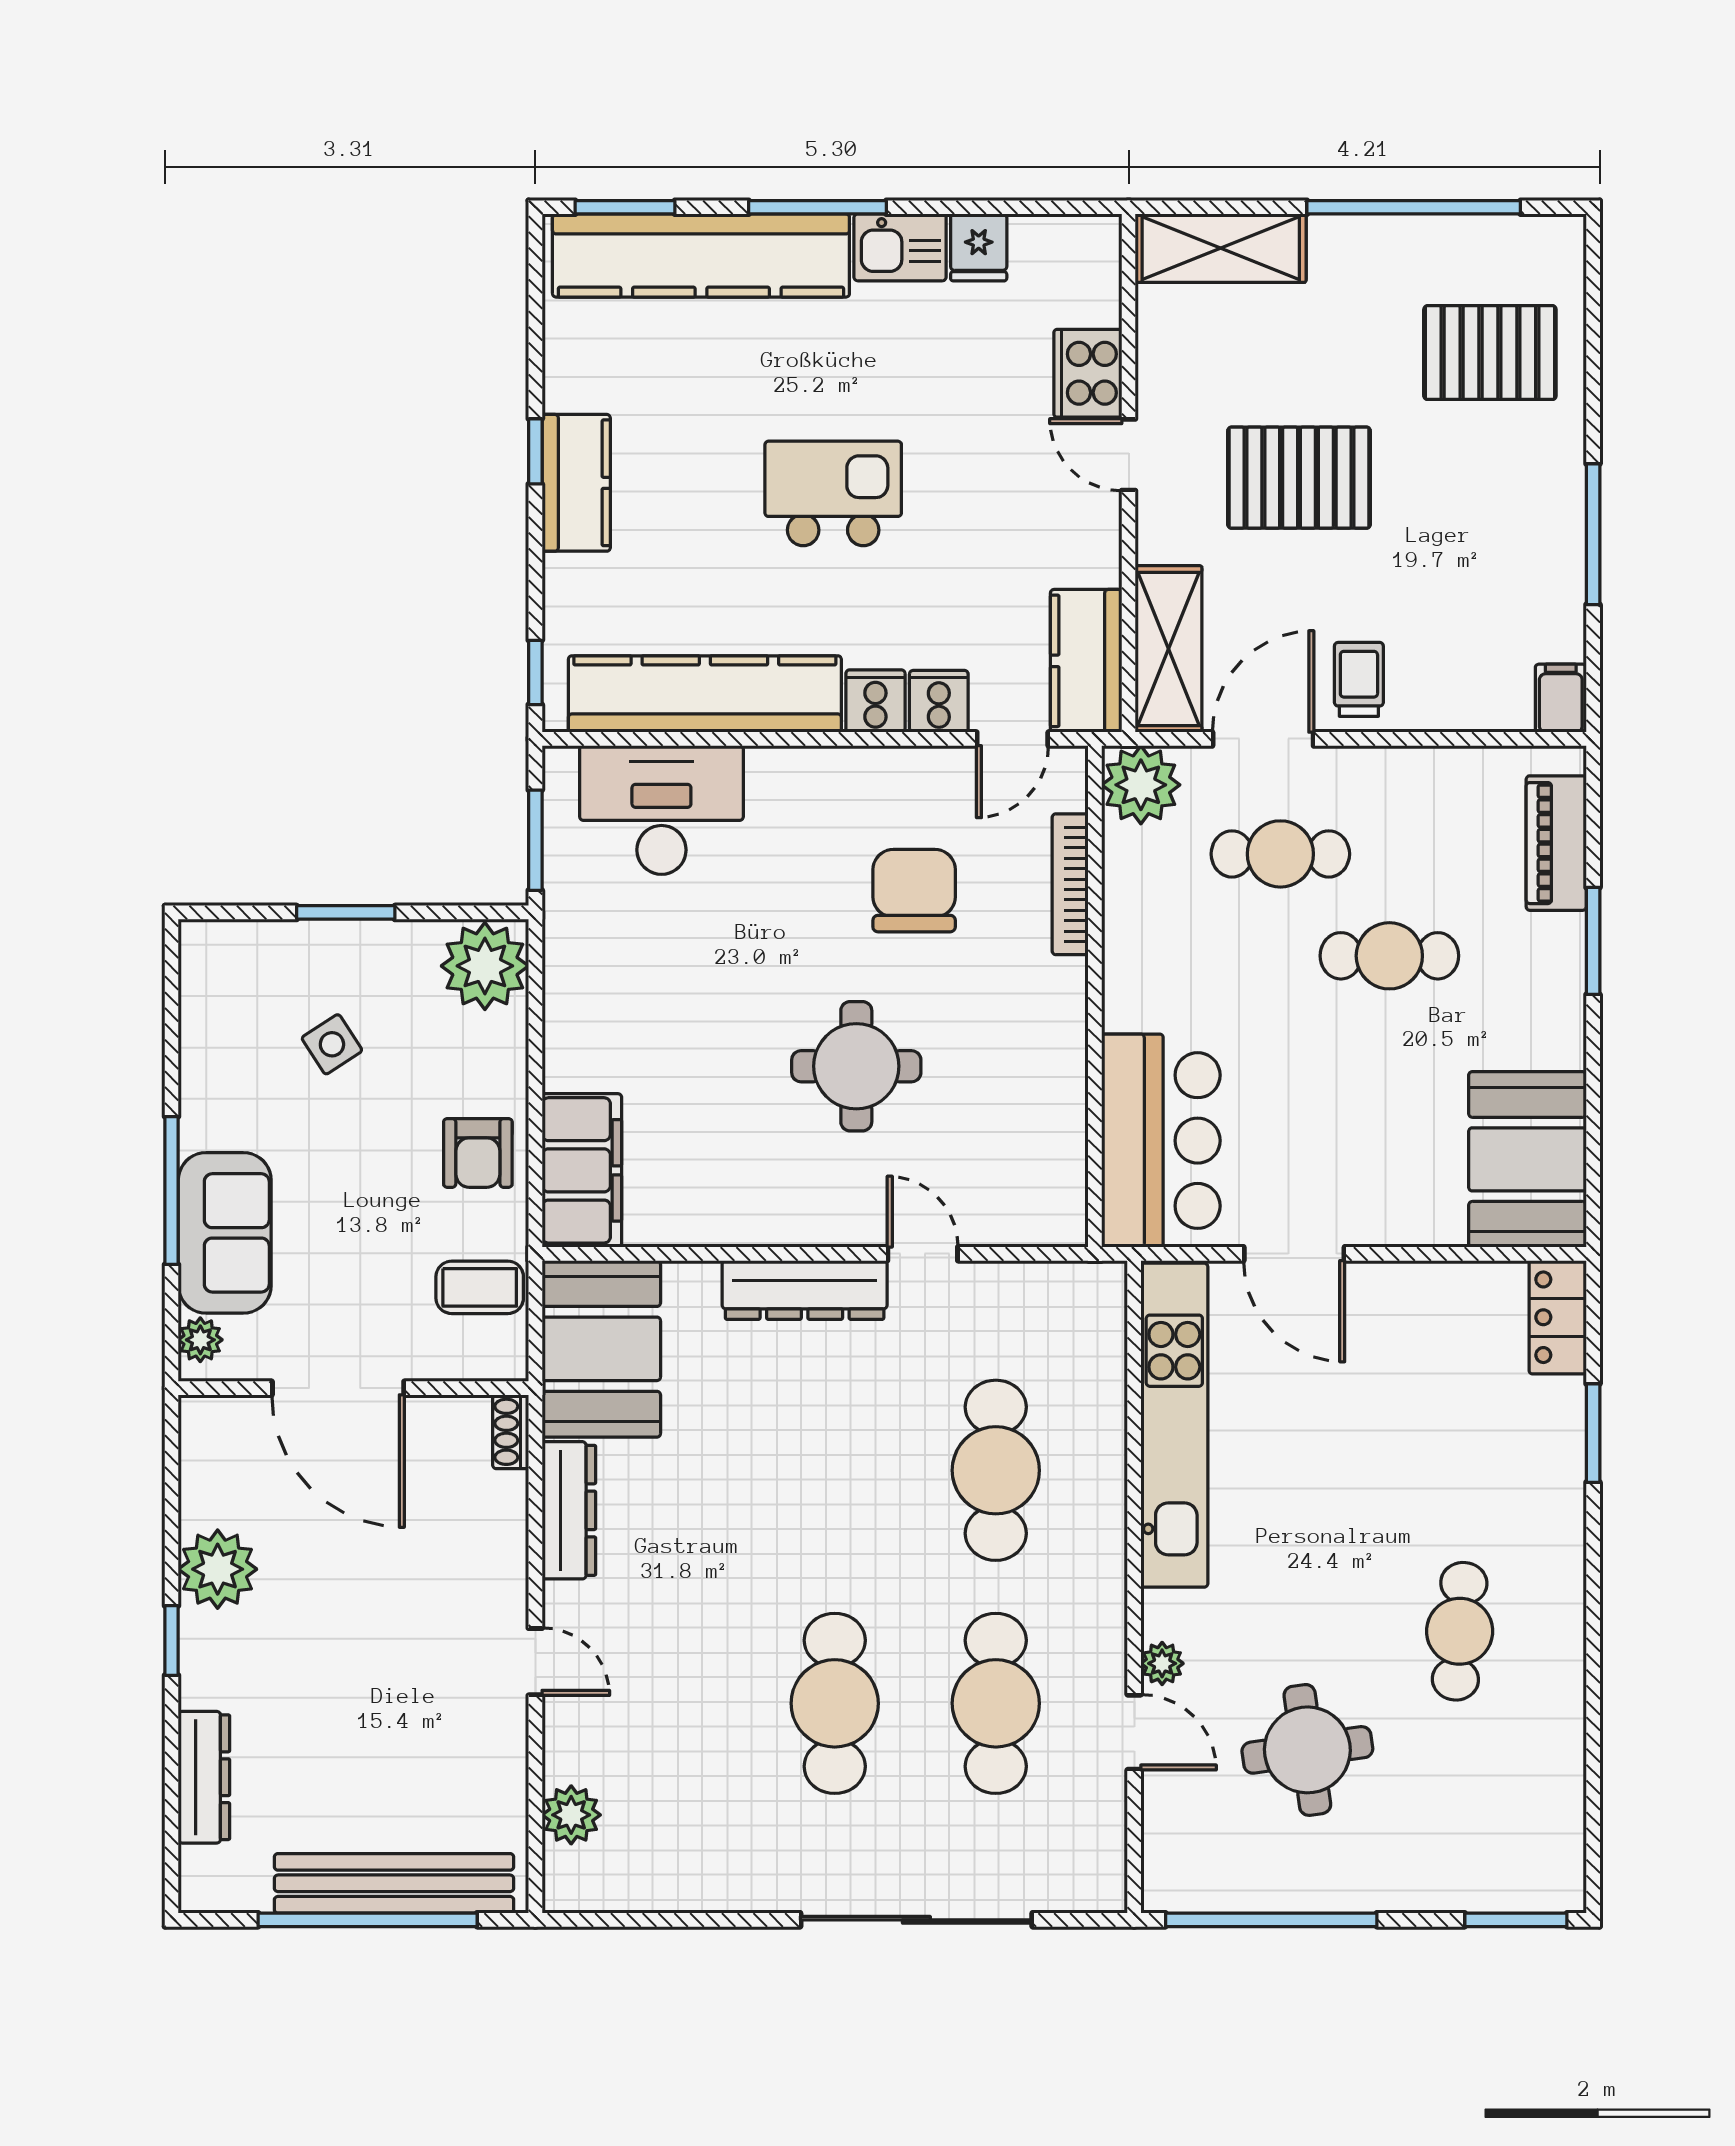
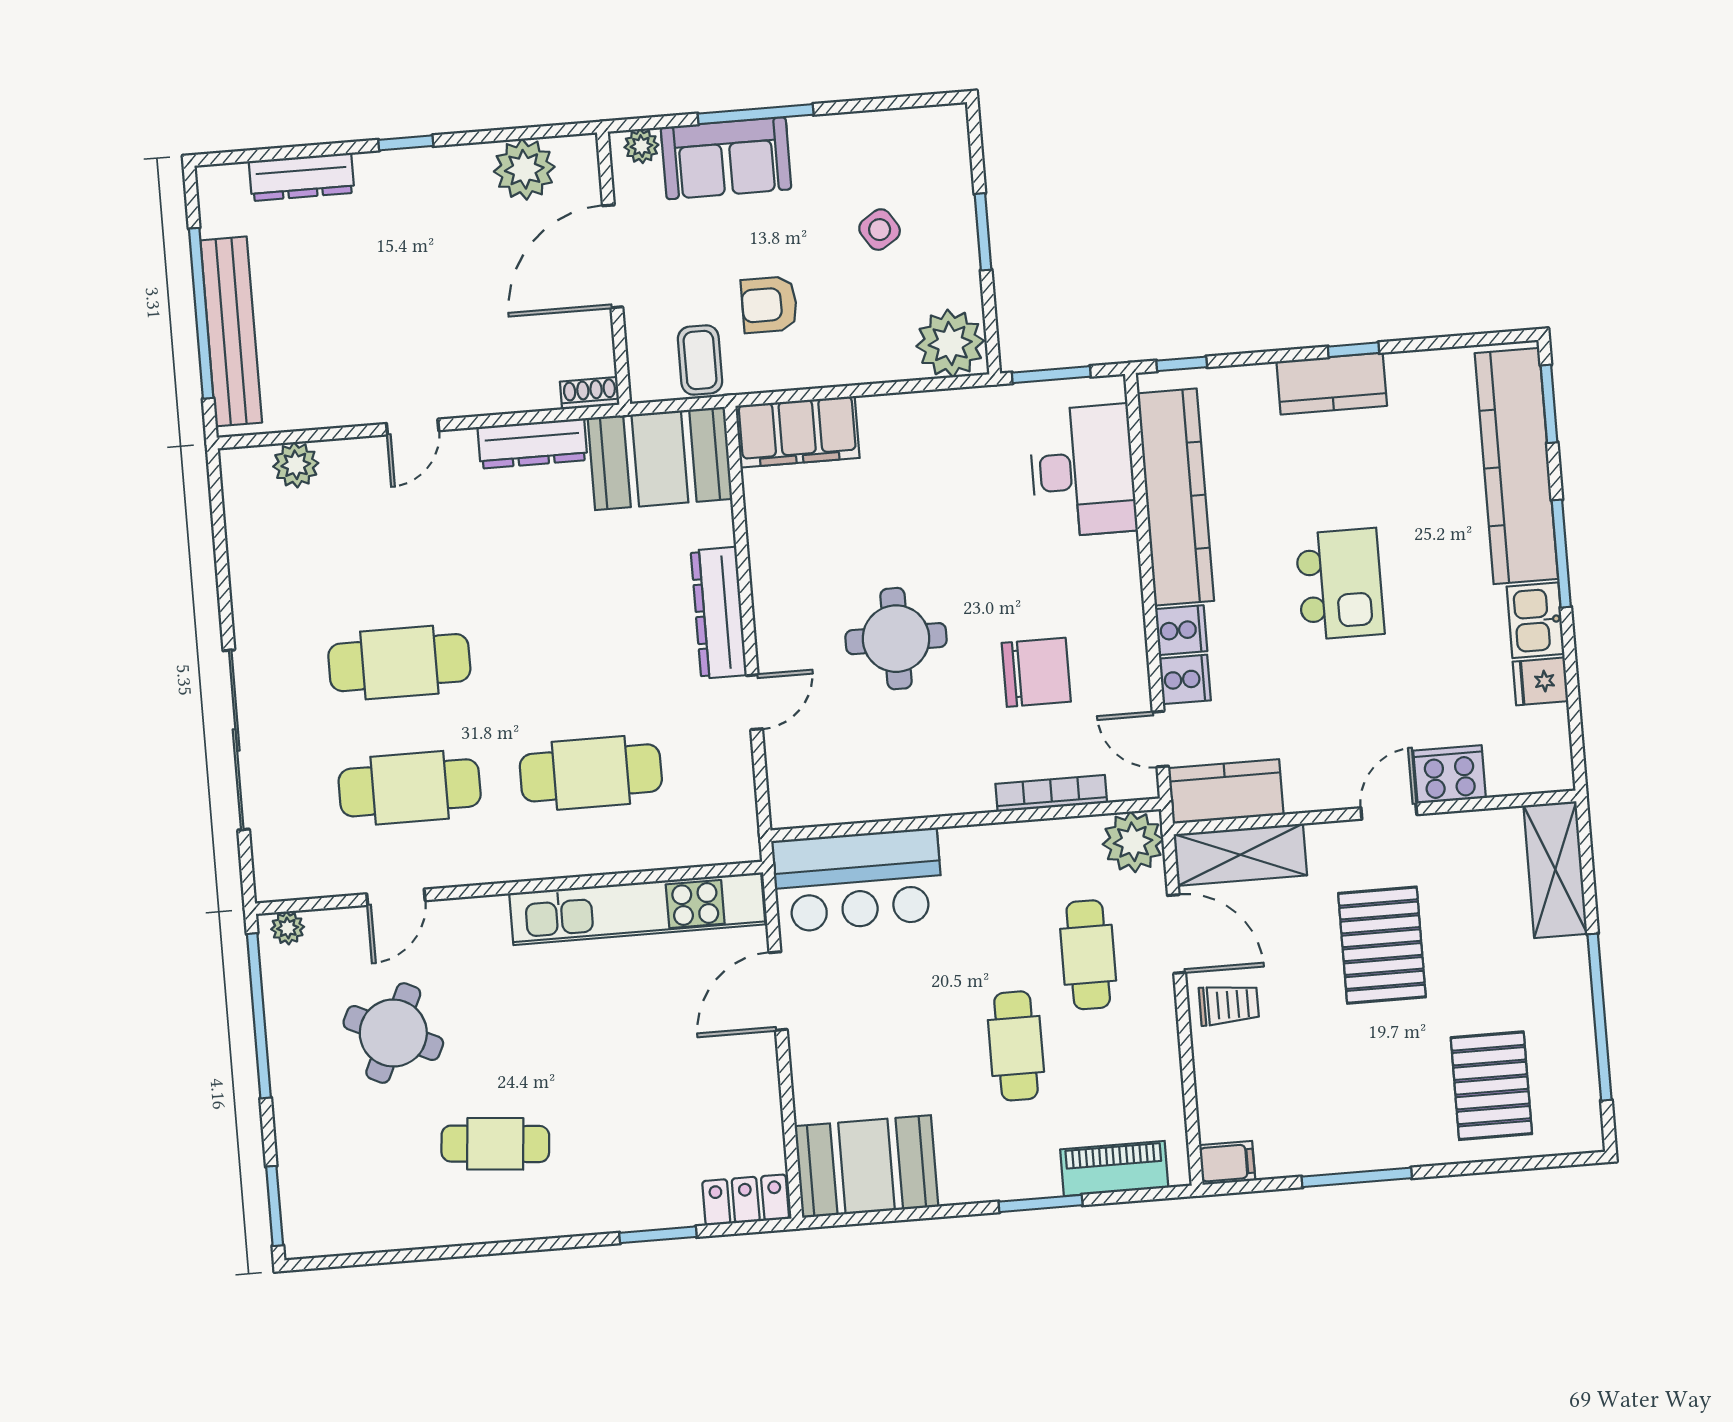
armchair: (478, 1153) -> (769, 305), moved
plant: (218, 1569) -> (524, 169), moved
plant: (1162, 1663) -> (288, 928), moved
round table: (1307, 1750) -> (393, 1033), turned 33

